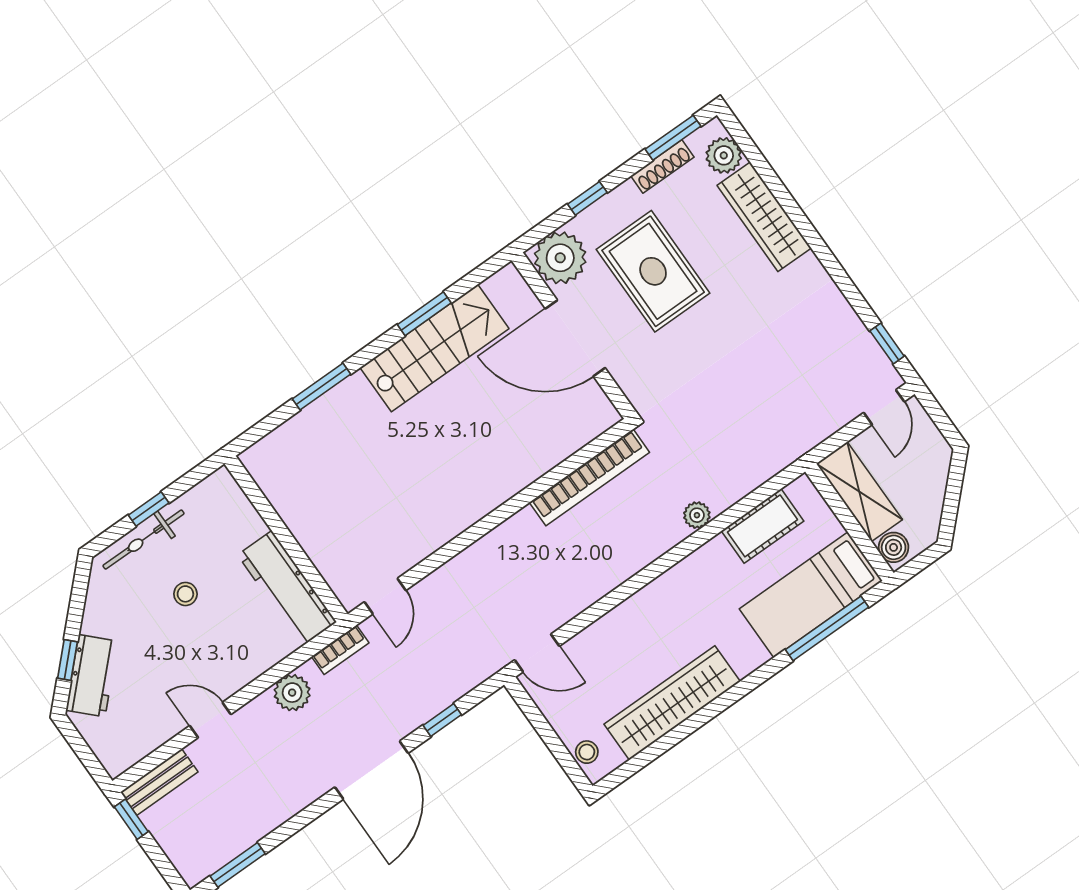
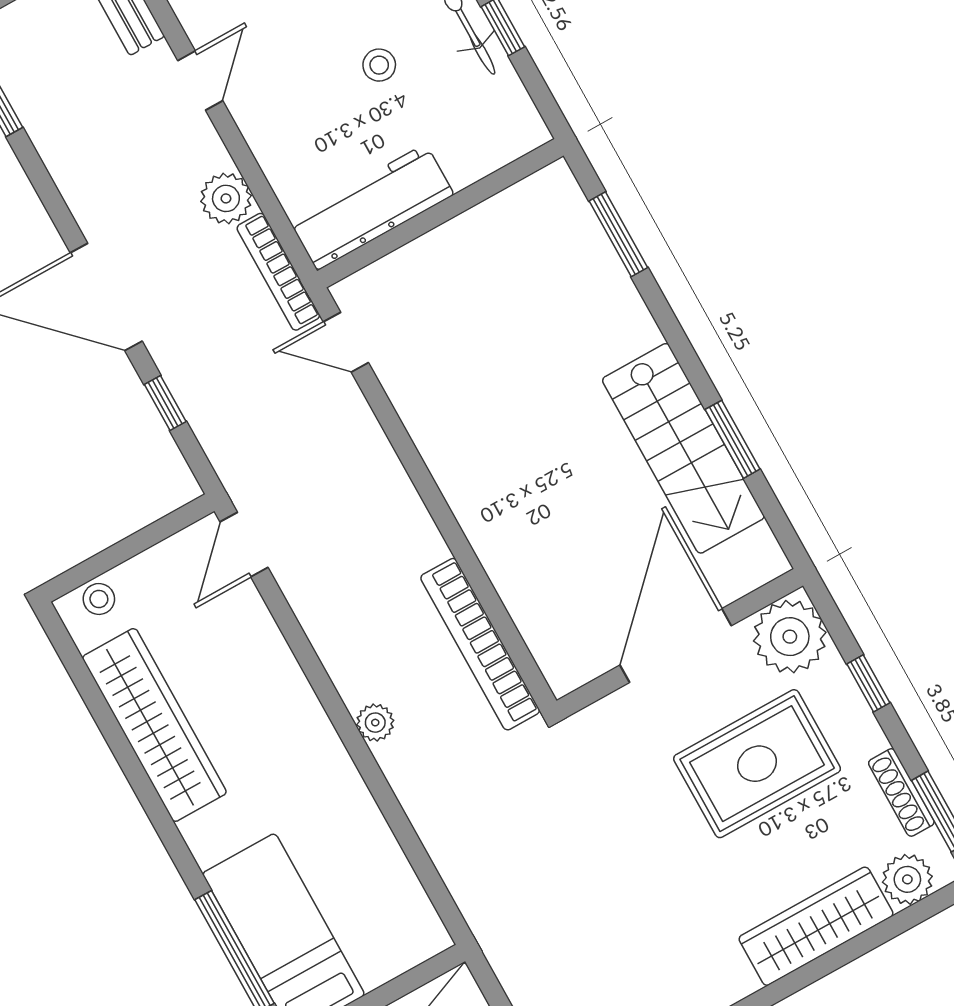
window: (321, 387) -> (618, 234), moved
plant: (697, 515) -> (375, 723), moved
cot: (762, 526) -> (387, 877), removed
bookcase: (340, 650) -> (278, 272), width x1.56

